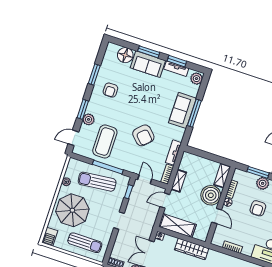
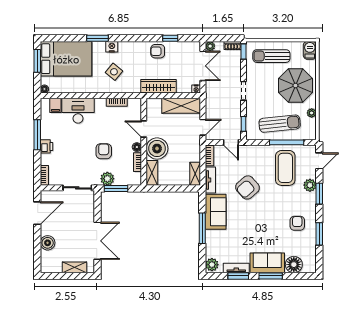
sofa: (182, 110) -> (216, 212), moved
armchair: (143, 135) -> (247, 187), turned -87
window: (108, 167) -> (287, 142), moved
shelving: (179, 181) -> (195, 174), moved
window: (108, 255) -> (244, 52), added

